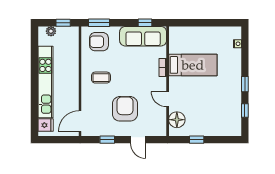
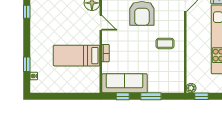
window: (99, 23) -> (151, 96), moved
plant: (51, 31) -> (191, 88), moved
armchair: (99, 42) -> (167, 78), removed
window: (245, 84) -> (27, 64), moved

